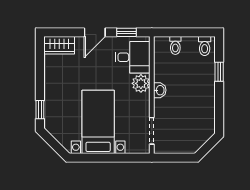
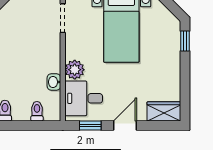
washbasin: (160, 90) -> (54, 82), moved

